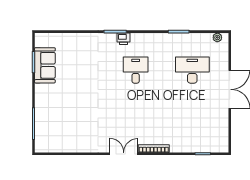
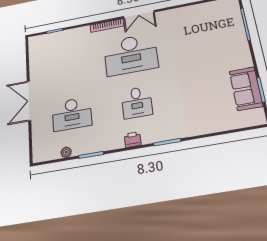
plant: (217, 37) -> (66, 152), moved
printer: (123, 39) -> (133, 140), moved
desk: (136, 115) -> (131, 55), added

